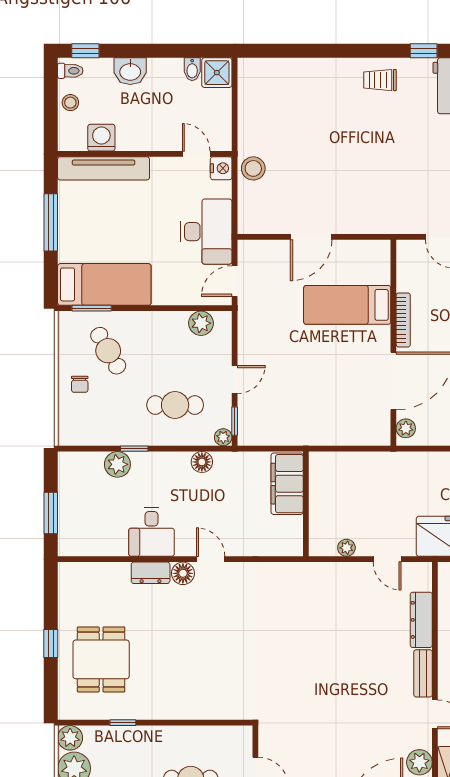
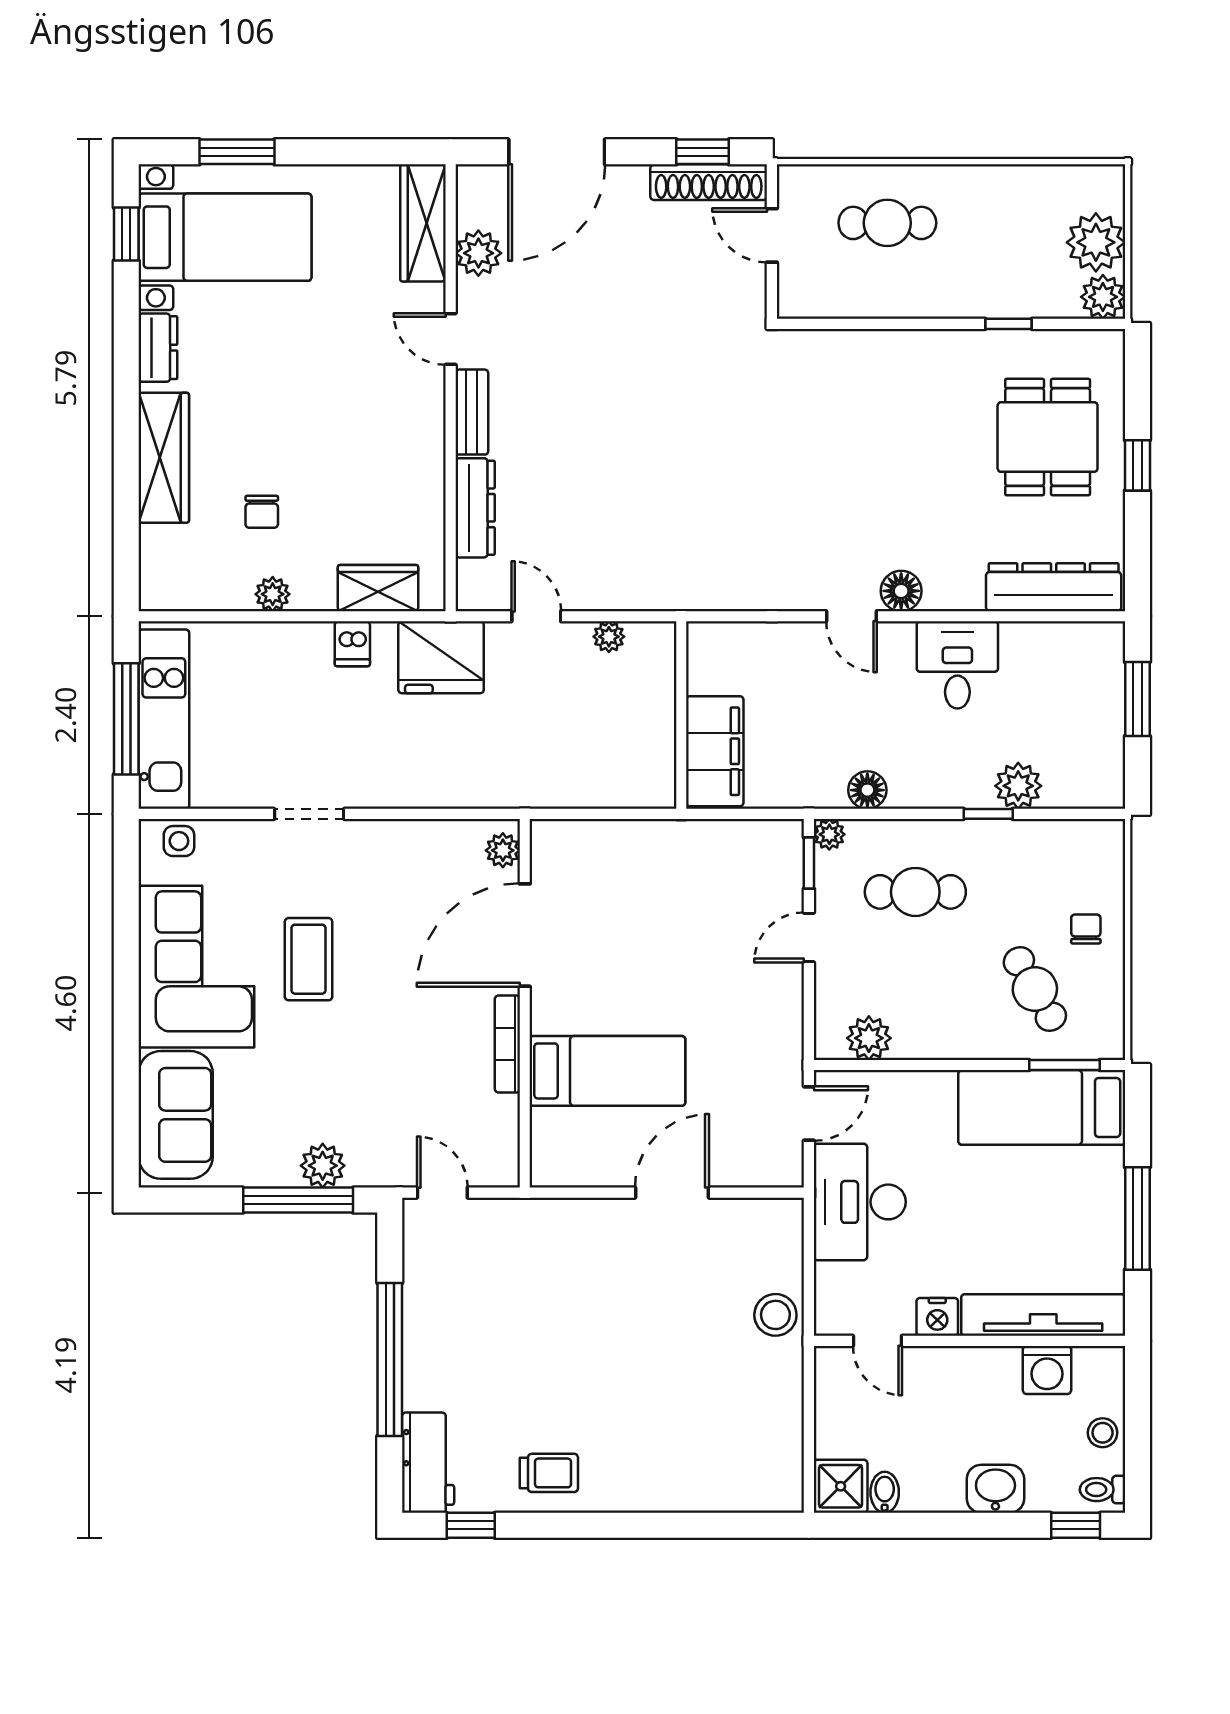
nightstand: (221, 168) -> (937, 1317), moved, turned -90
dresser: (151, 573) -> (1054, 587), moved, width x1.96, depth x1.24

